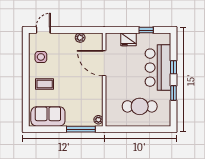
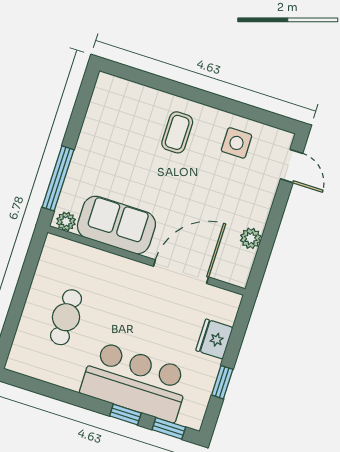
window: (173, 93) -> (169, 428), moved
cafe table: (140, 106) -> (66, 317), width x0.73, depth x0.74
sofa: (48, 116) -> (116, 225), moved, turned -90

